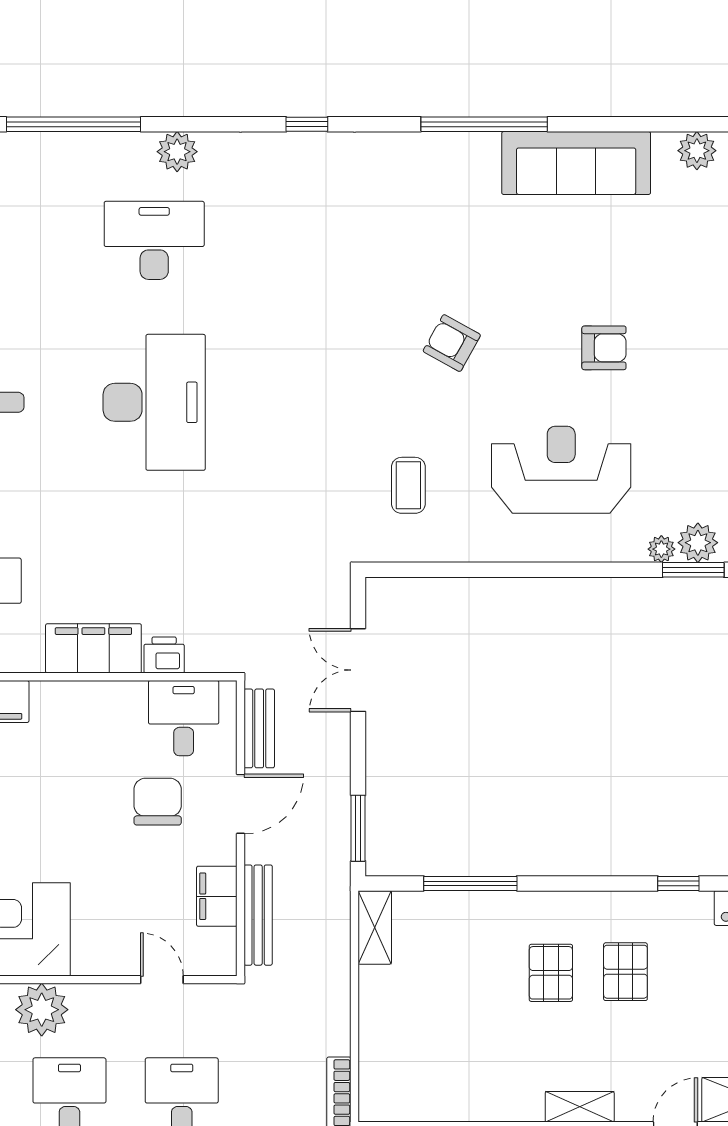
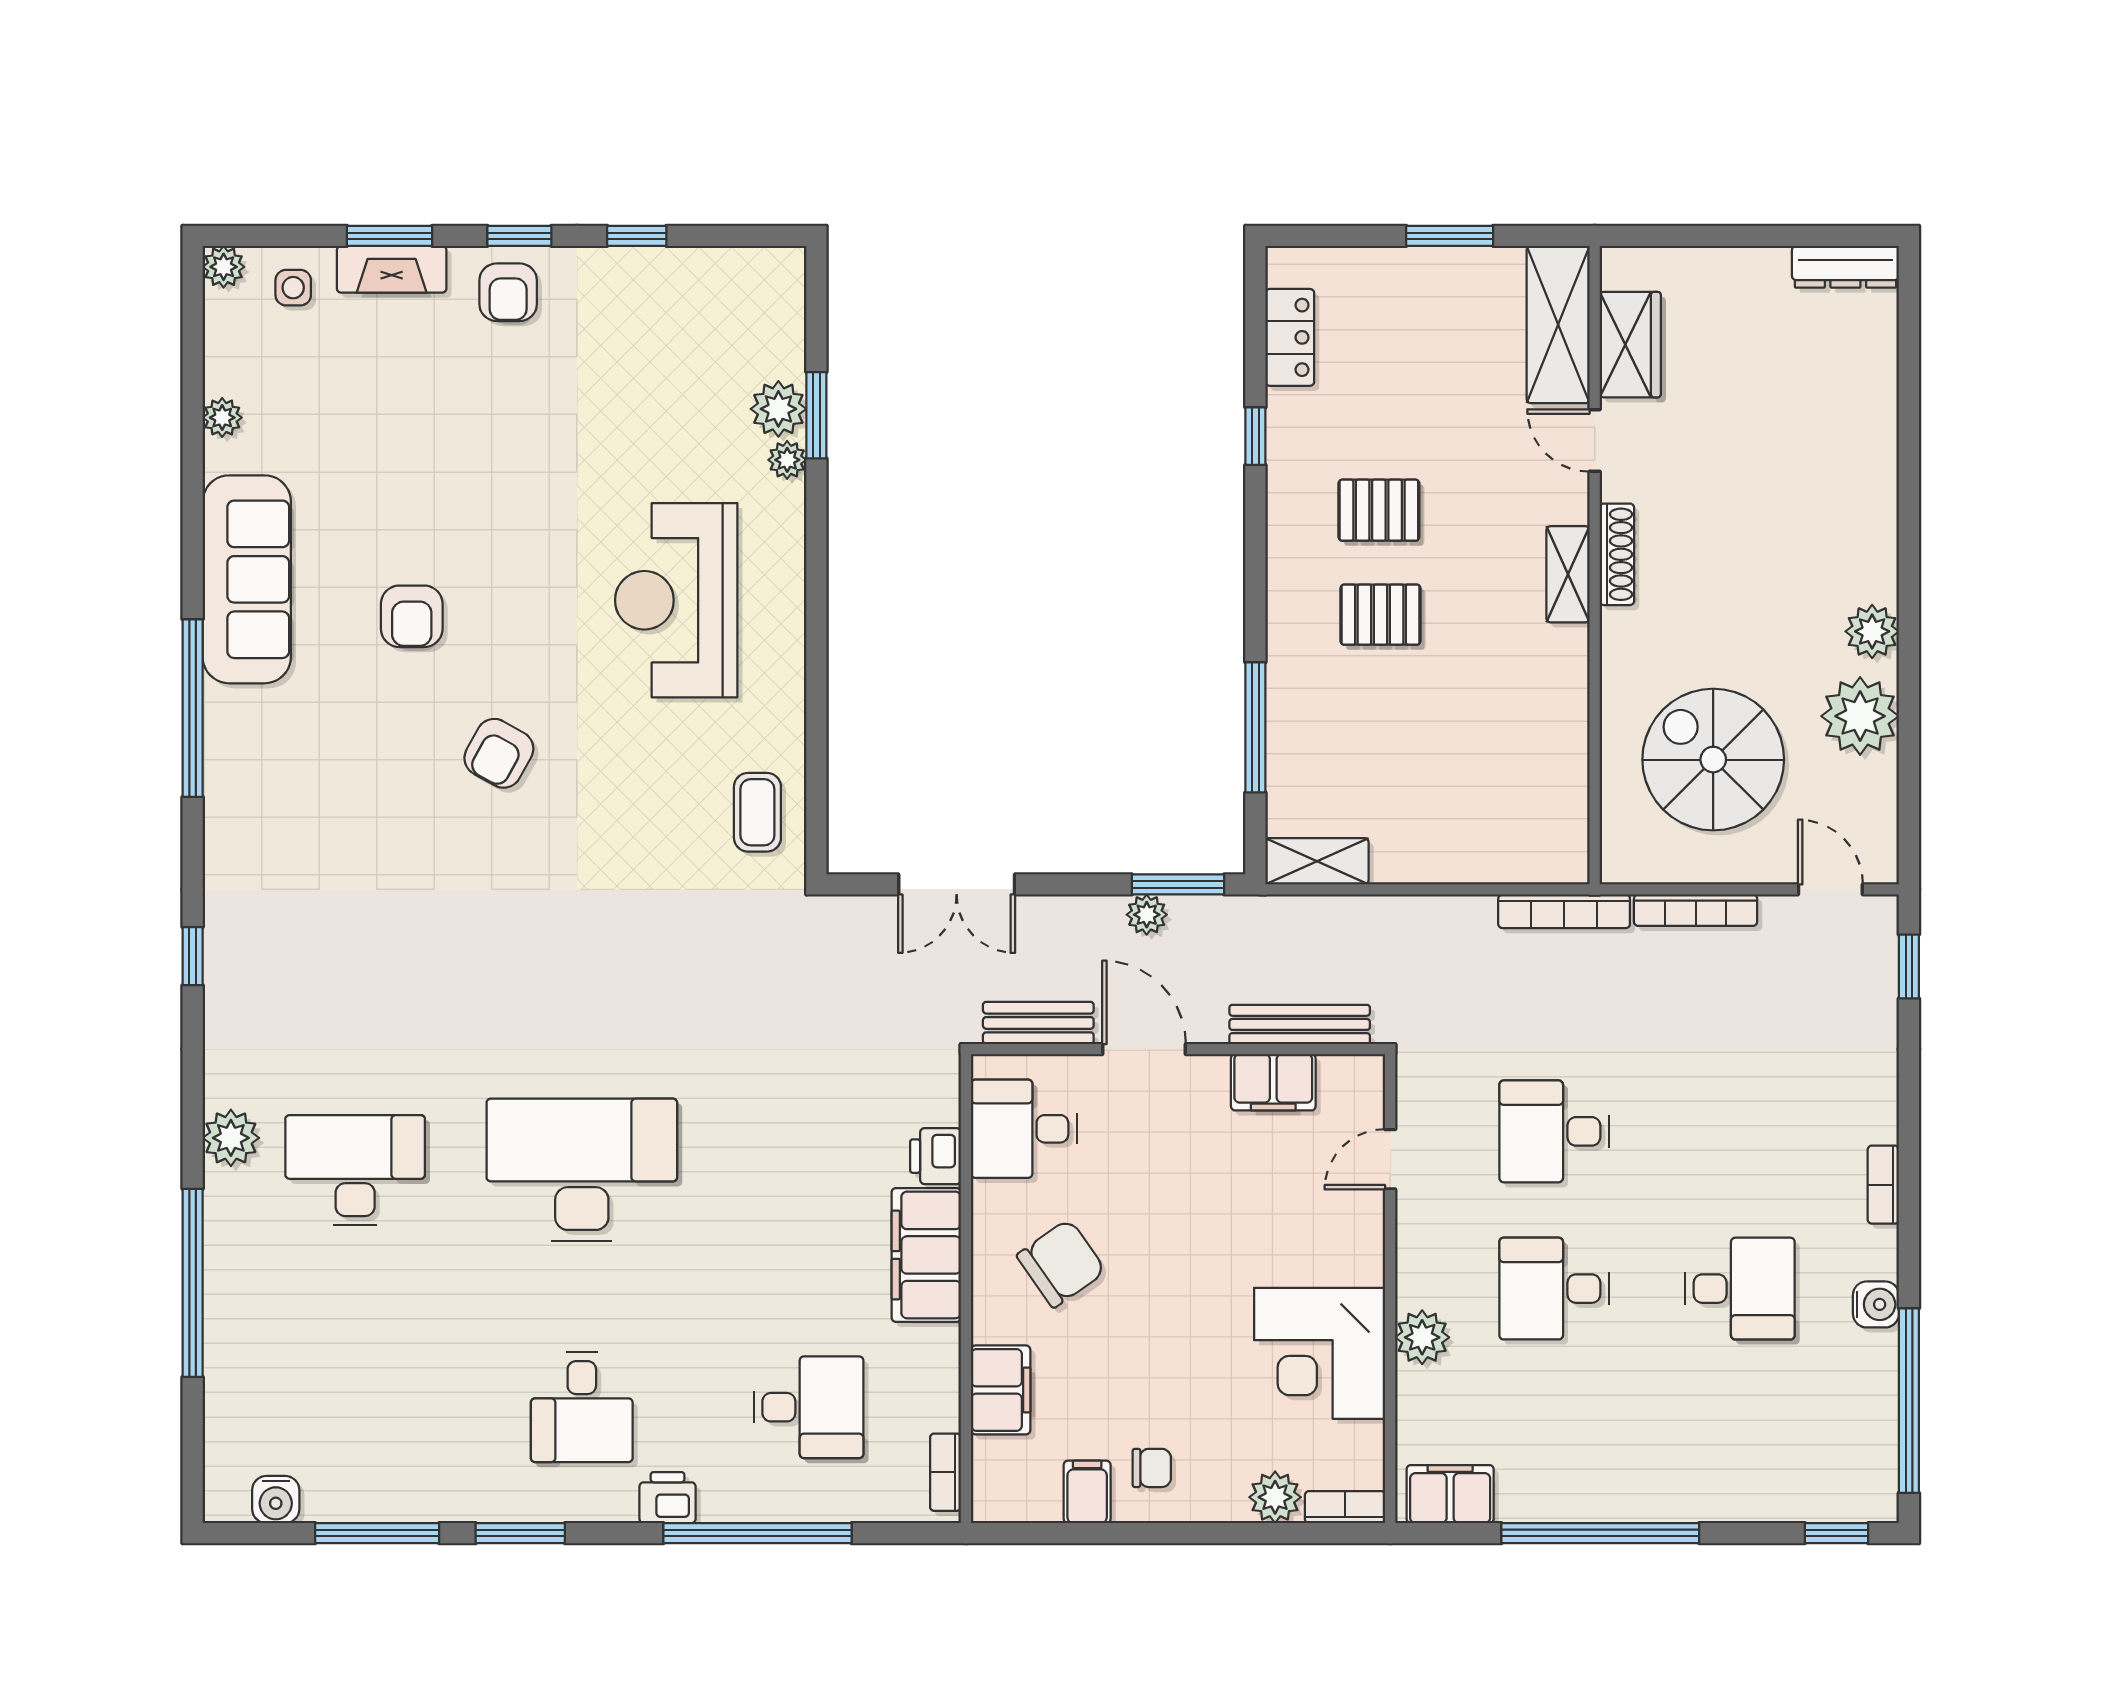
plant: (697, 151) -> (222, 418), width x0.73, depth x0.73
desk: (154, 240) -> (355, 1170), turned 90
armchair: (604, 348) -> (412, 616), moved, turned 180
coffee table: (408, 485) -> (757, 812), moved, turned 90
chair: (158, 802) -> (1061, 1263), moved, turned 145
plant: (337, 806) -> (1147, 915), added
plant: (42, 1010) -> (1422, 1337), width x0.73, depth x0.73

